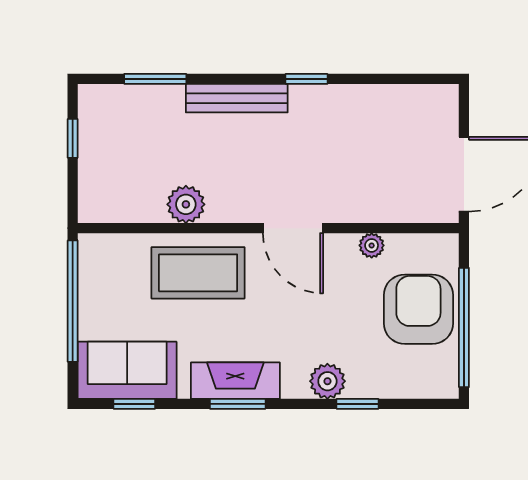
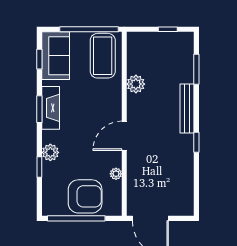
coffee table: (198, 273) -> (103, 56), moved

